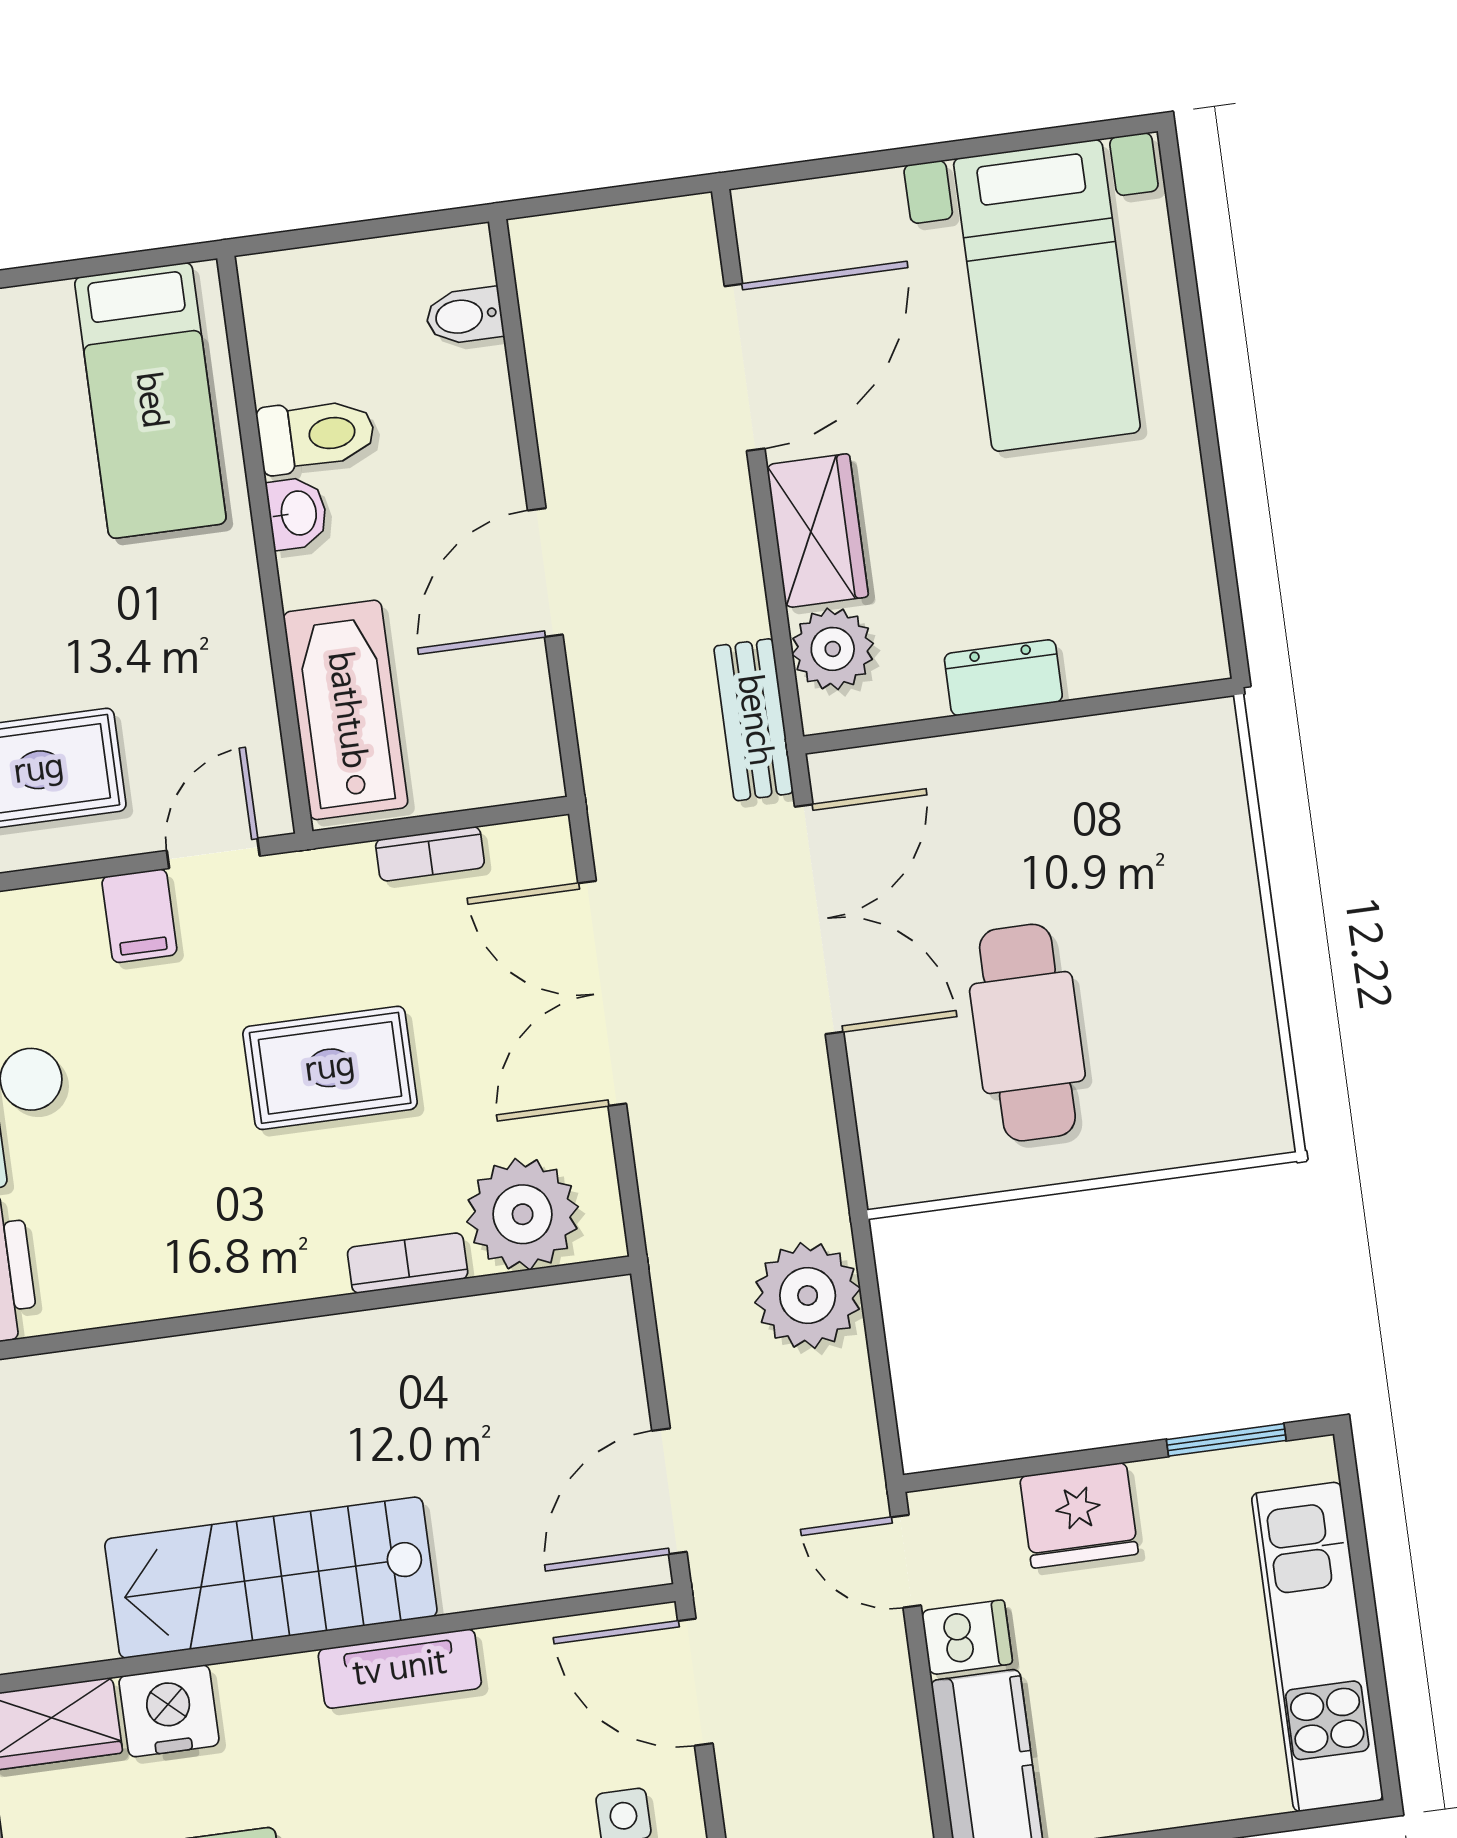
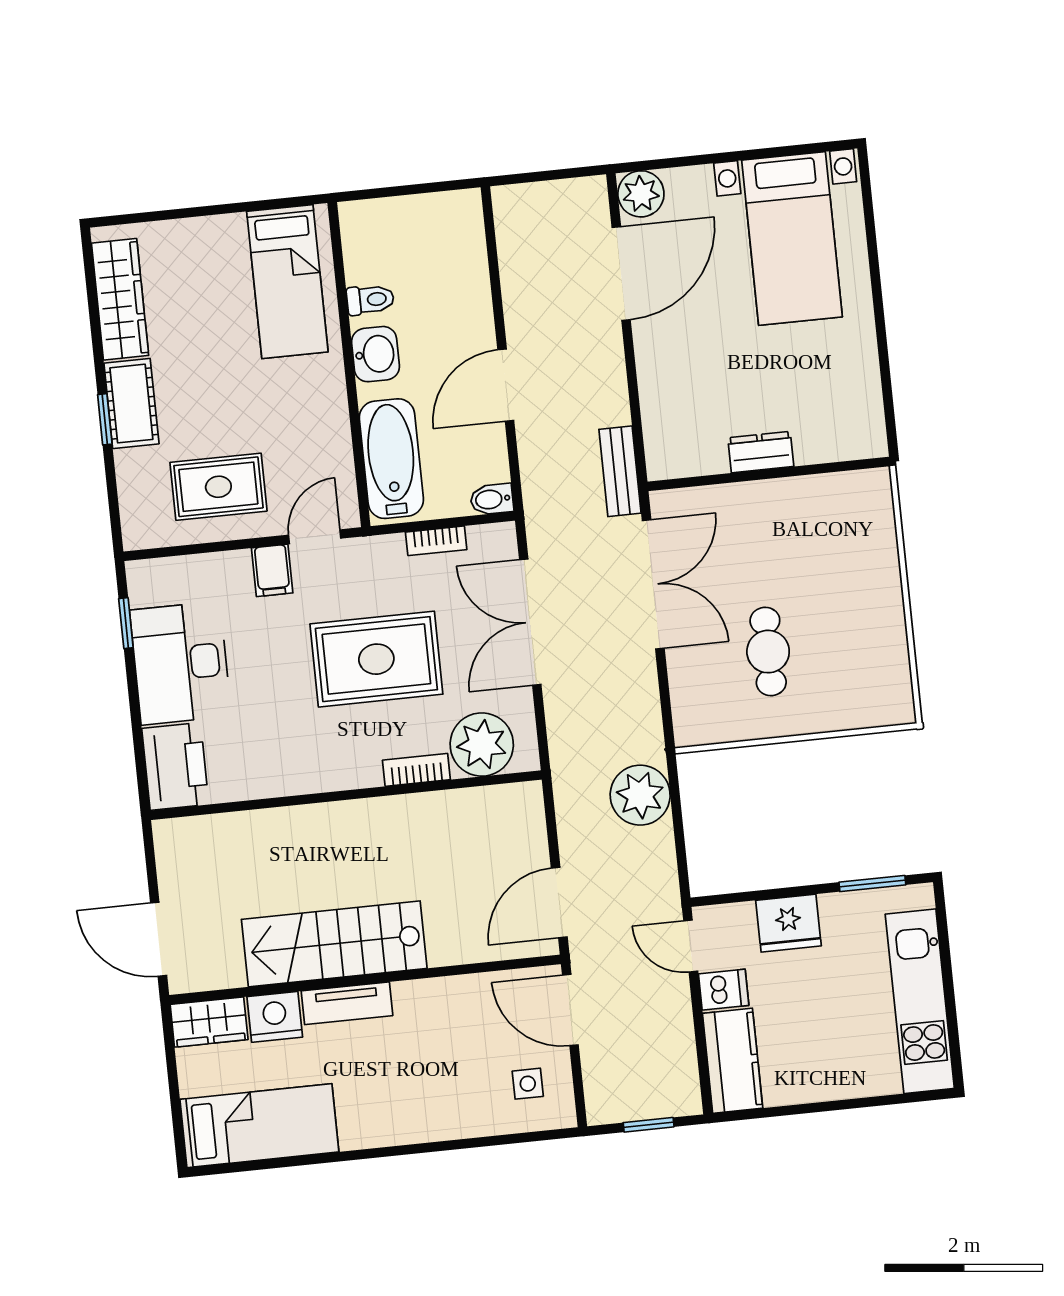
bidet: (464, 316) -> (492, 499), moved
toilet: (316, 435) -> (370, 300), width x0.73, depth x0.72
washbasin: (297, 513) -> (375, 354), width x1.38, depth x1.45
wardrobe: (817, 531) -> (659, 366), removed
plant: (833, 649) -> (641, 194), moved
cafe table: (1027, 1033) -> (768, 652), width x0.73, depth x0.74
rug: (330, 1068) -> (376, 659), width x1.36, depth x1.43
tv unit: (400, 1669) -> (347, 1003), moved

